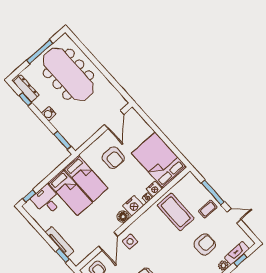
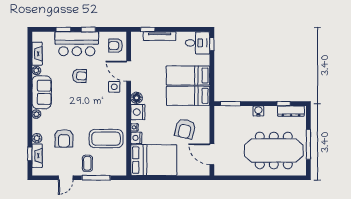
armchair: (113, 158) -> (185, 129), turned -77
desk: (47, 200) -> (198, 43), moved

